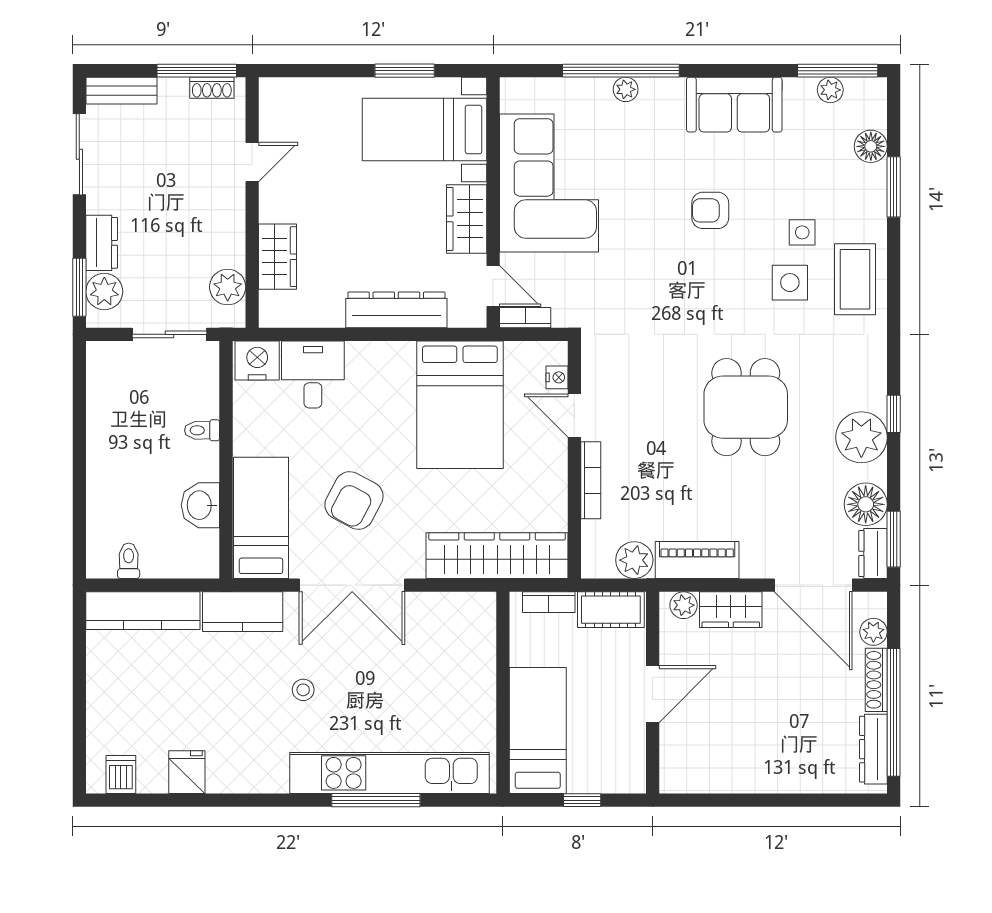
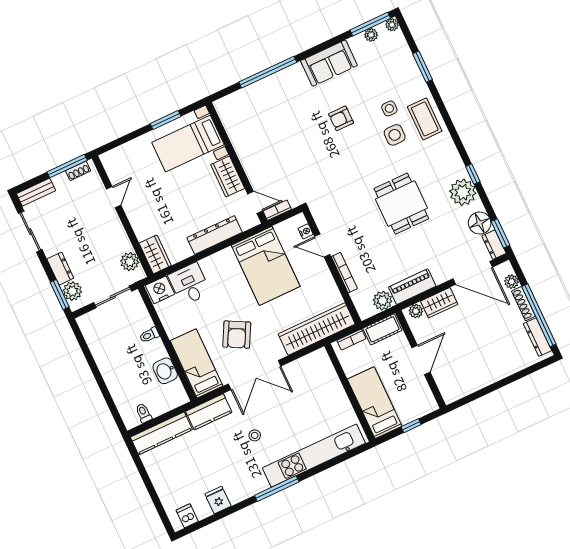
plant: (626, 89) -> (392, 25), moved
floor lamp: (871, 146) -> (403, 53), removed
corner sofa: (549, 183) -> (259, 141), removed
wardrobe: (278, 257) -> (155, 254), moved
window: (376, 800) -> (277, 489), moved

